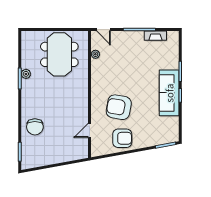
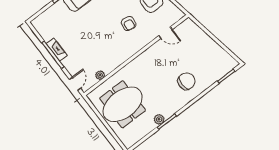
fireplace: (155, 36) -> (57, 50), moved
armchair: (119, 107) -> (129, 23), width x0.53, depth x0.53
chair: (35, 127) -> (186, 81), moved

